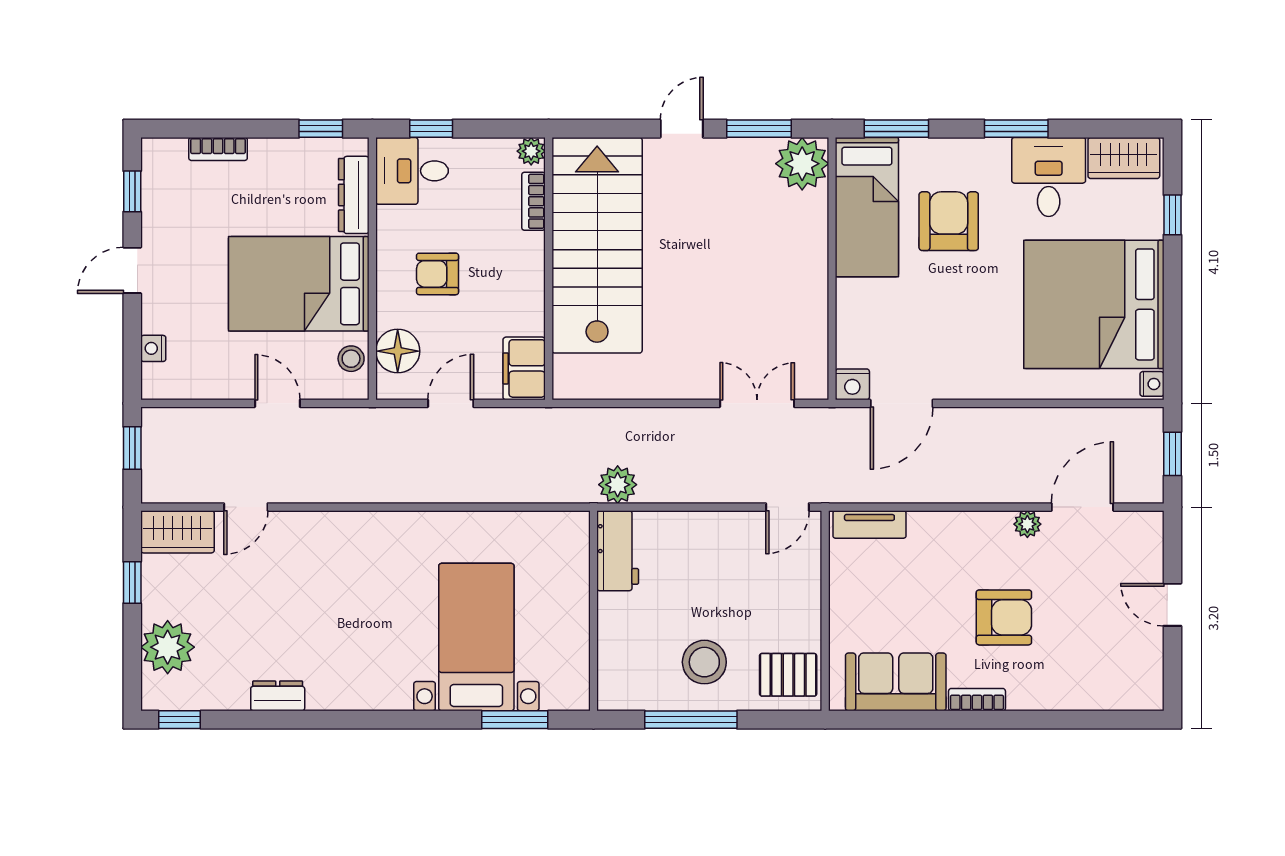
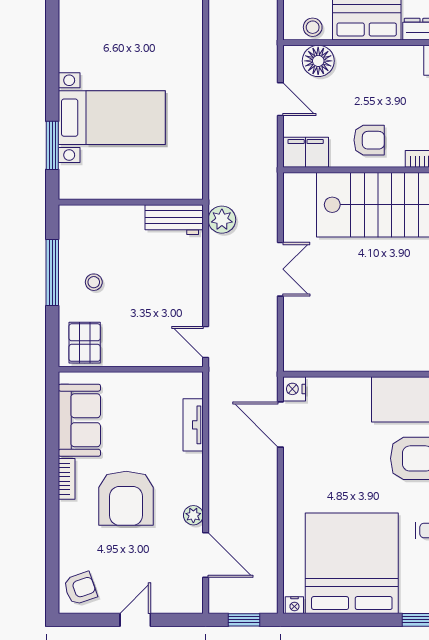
armchair: (438, 274) -> (369, 140), moved, turned 90
double door: (757, 403) -> (280, 269), moved
tv unit: (869, 524) -> (193, 425), moved
armchair: (1004, 617) -> (126, 498), width x1.36, depth x1.36
stool: (704, 662) -> (94, 282), width x0.53, depth x0.53
armchair: (1129, 681) -> (80, 588), added

